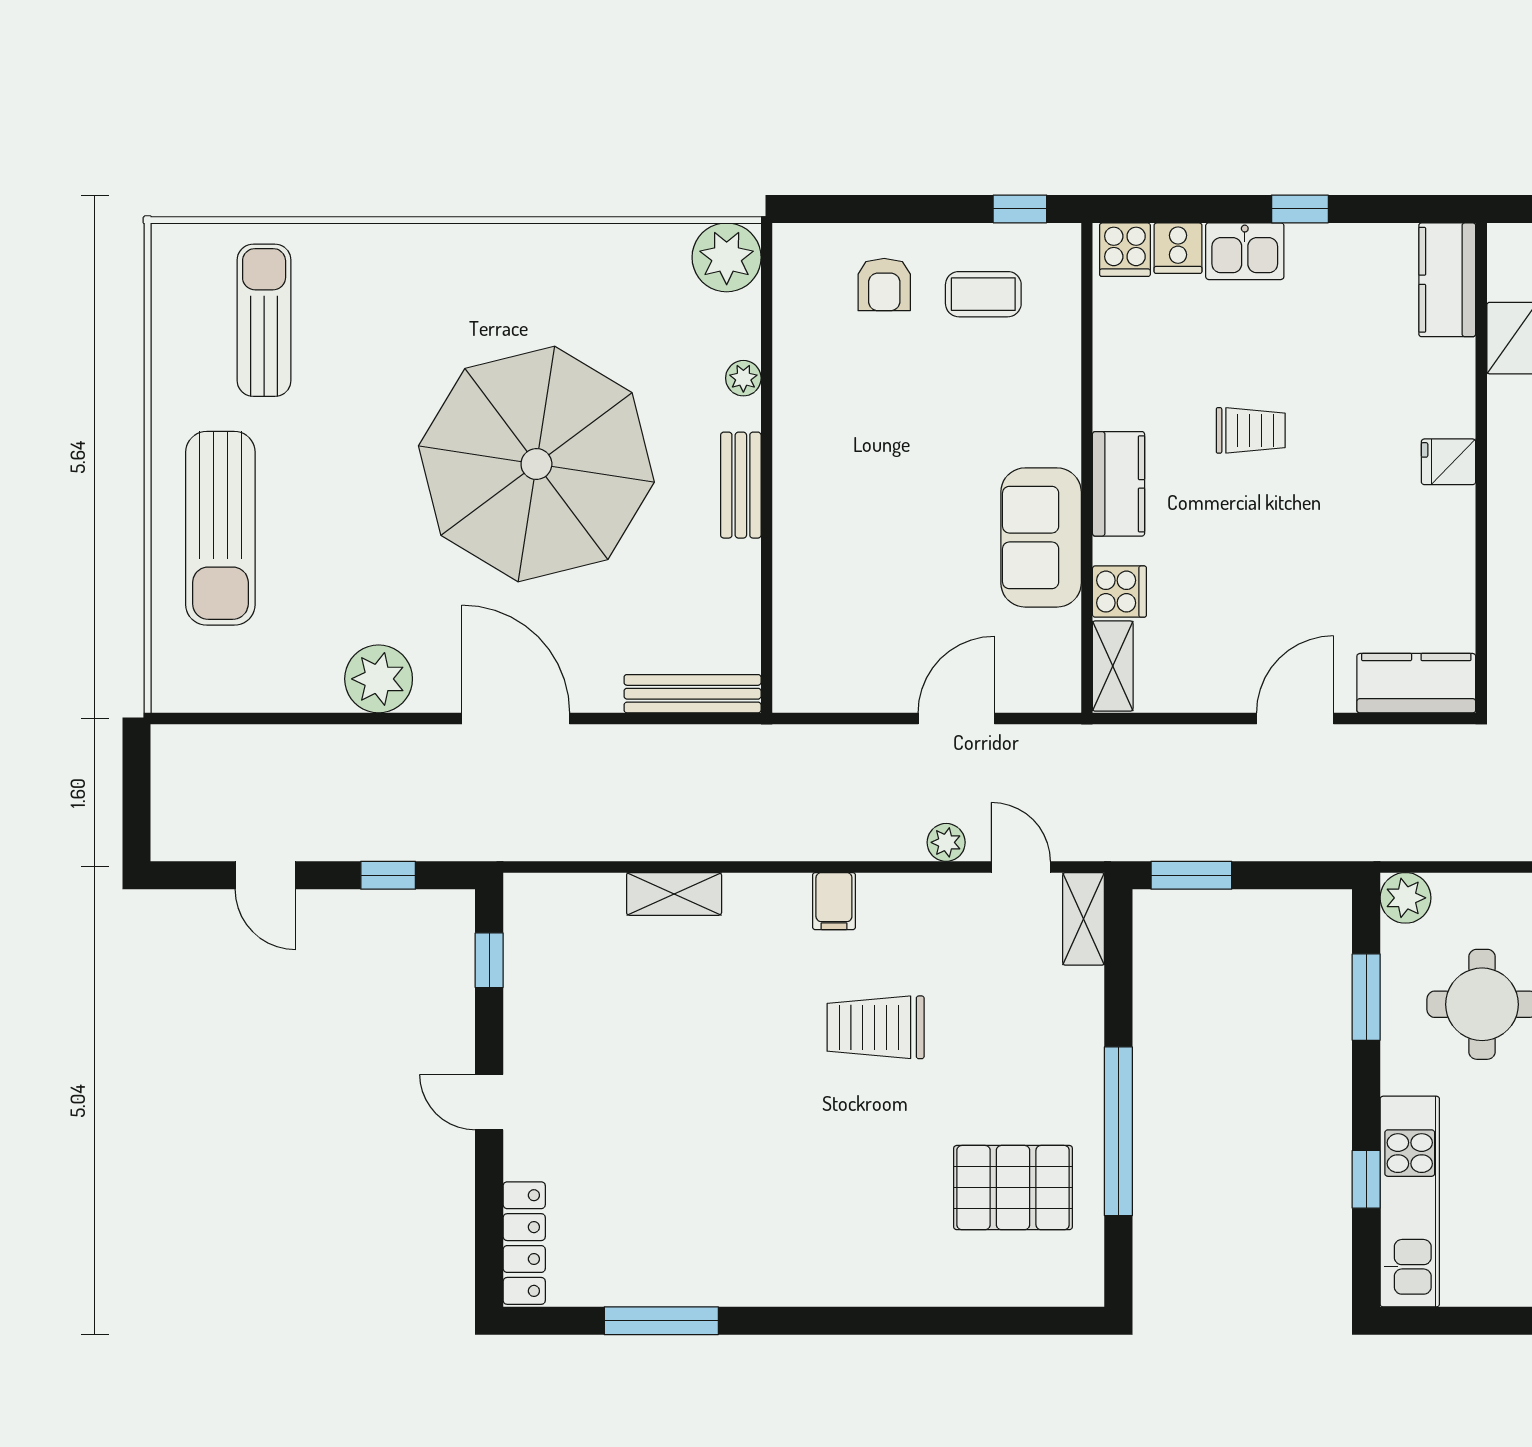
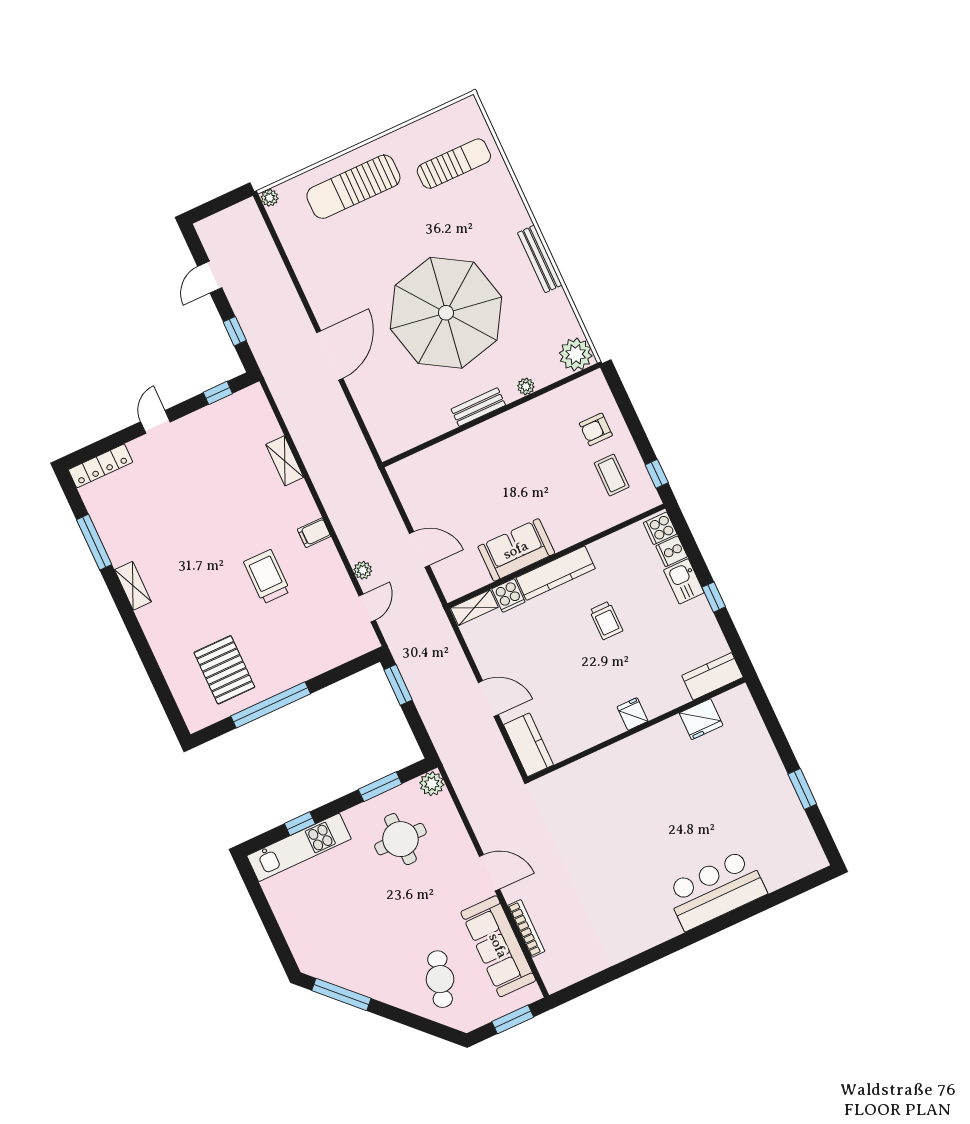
kitchen counter: (1119, 484) -> (556, 573), width x1.50
plant: (379, 679) -> (270, 198), moved, width x0.53, depth x0.53
bench: (693, 694) -> (540, 259), moved
shelving: (1084, 919) -> (133, 586), moved, turned 90

